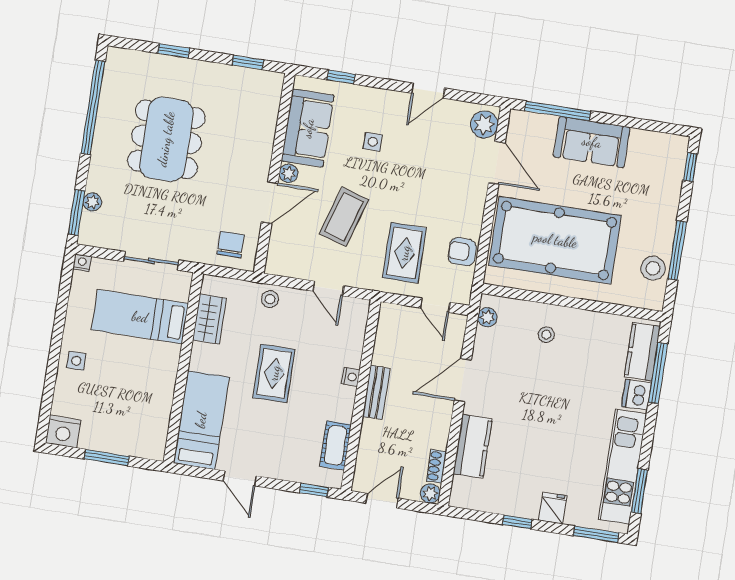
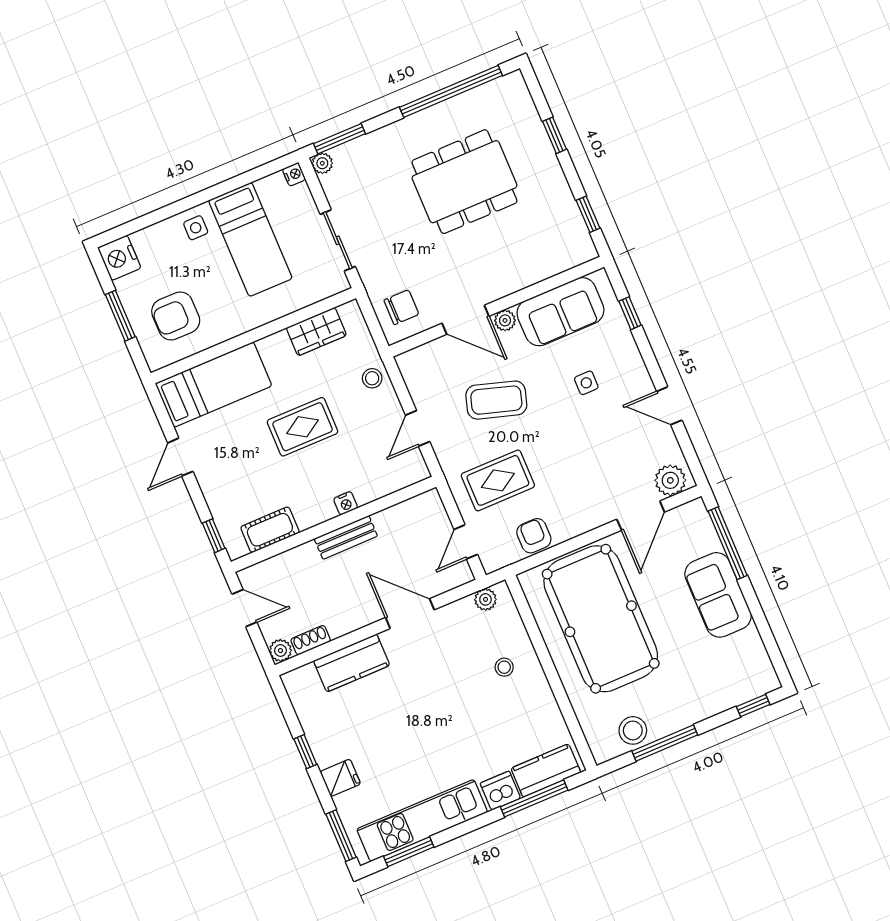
plant: (92, 202) -> (322, 163), moved
bed: (140, 317) -> (250, 239), moved, turned 180
armchair: (133, 416) -> (176, 316), added

